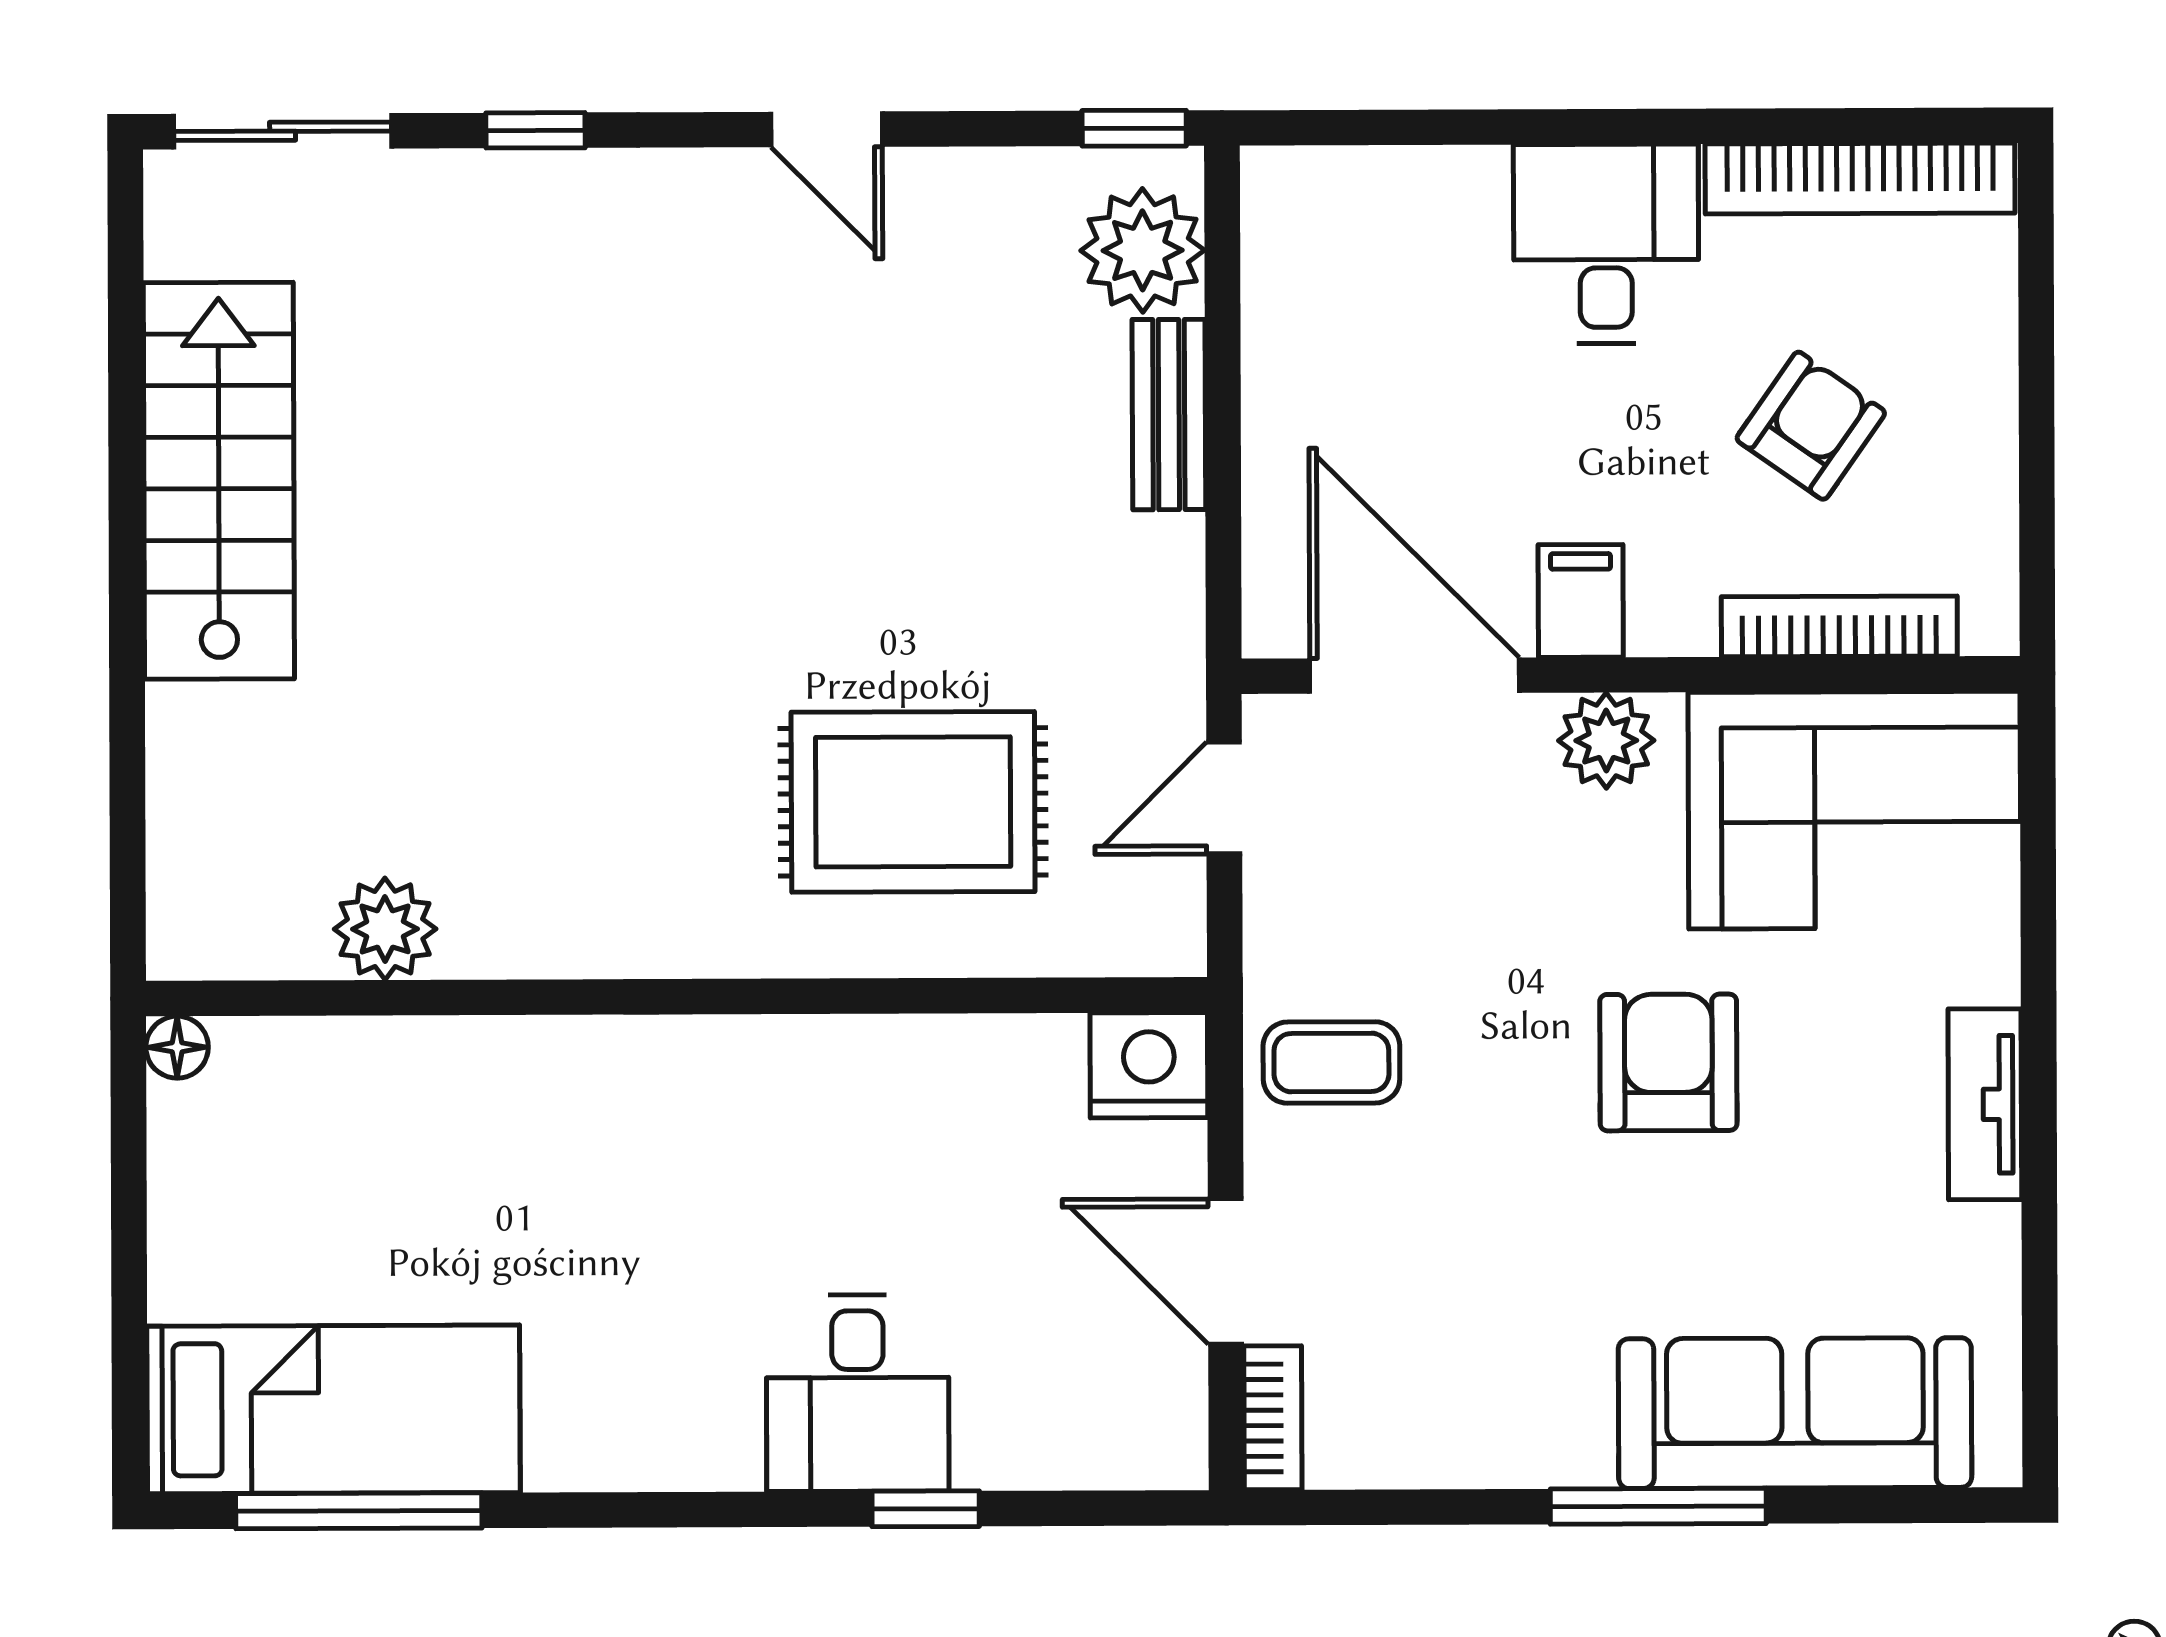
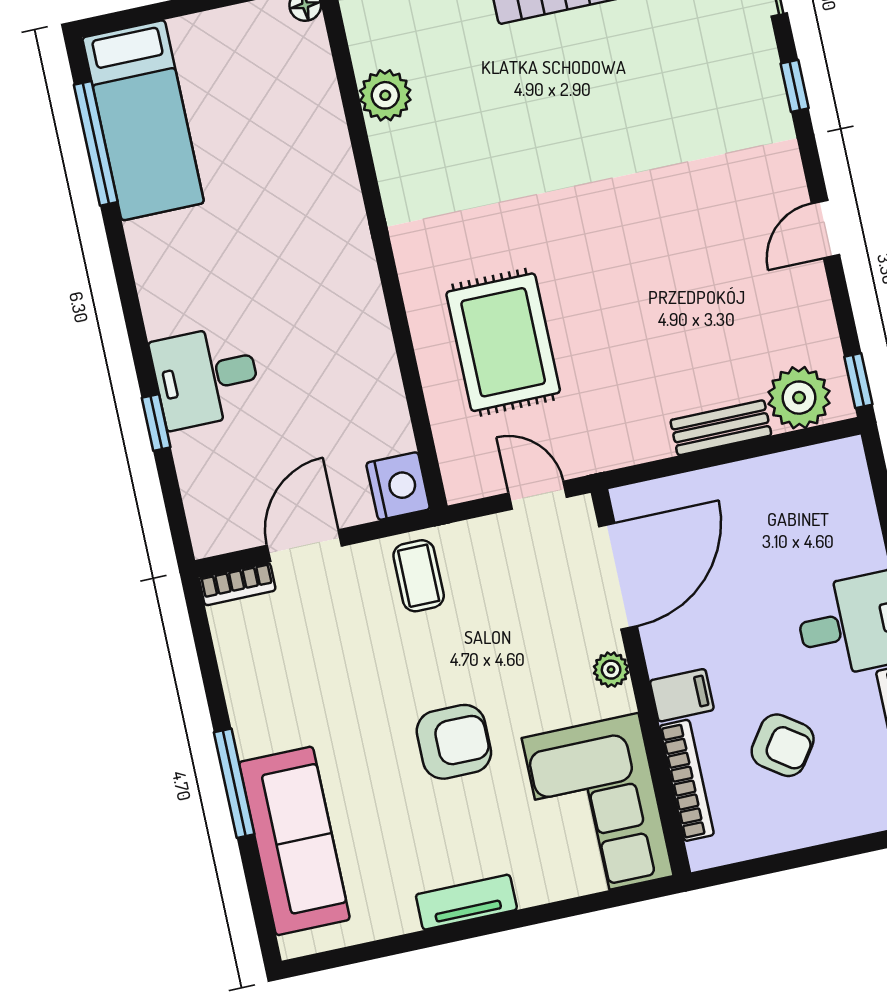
filing cabinet: (1581, 601) -> (682, 695), moved
plant: (1606, 740) -> (611, 670), width x0.73, depth x0.73

